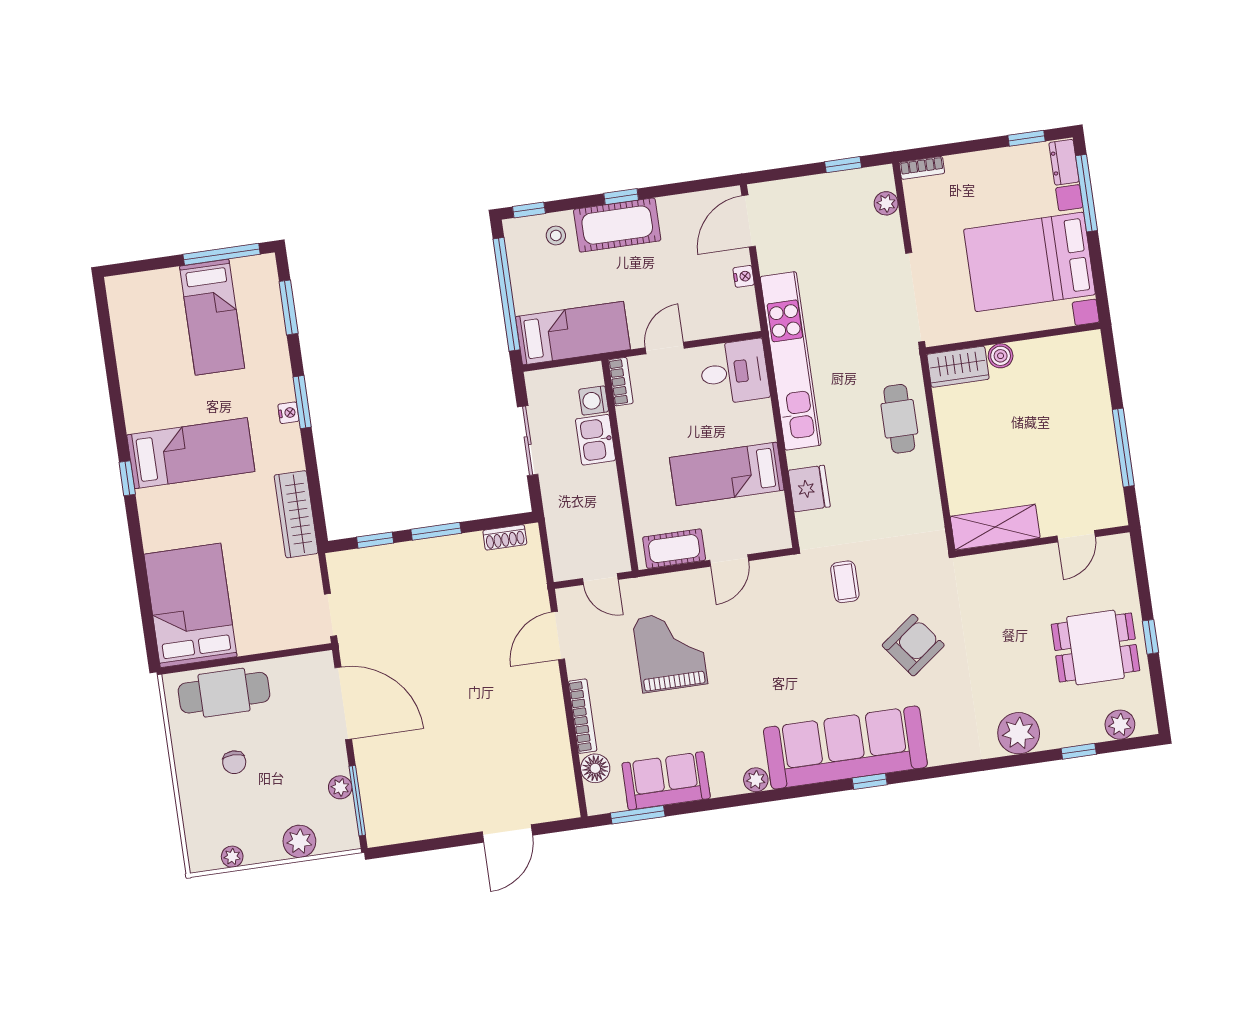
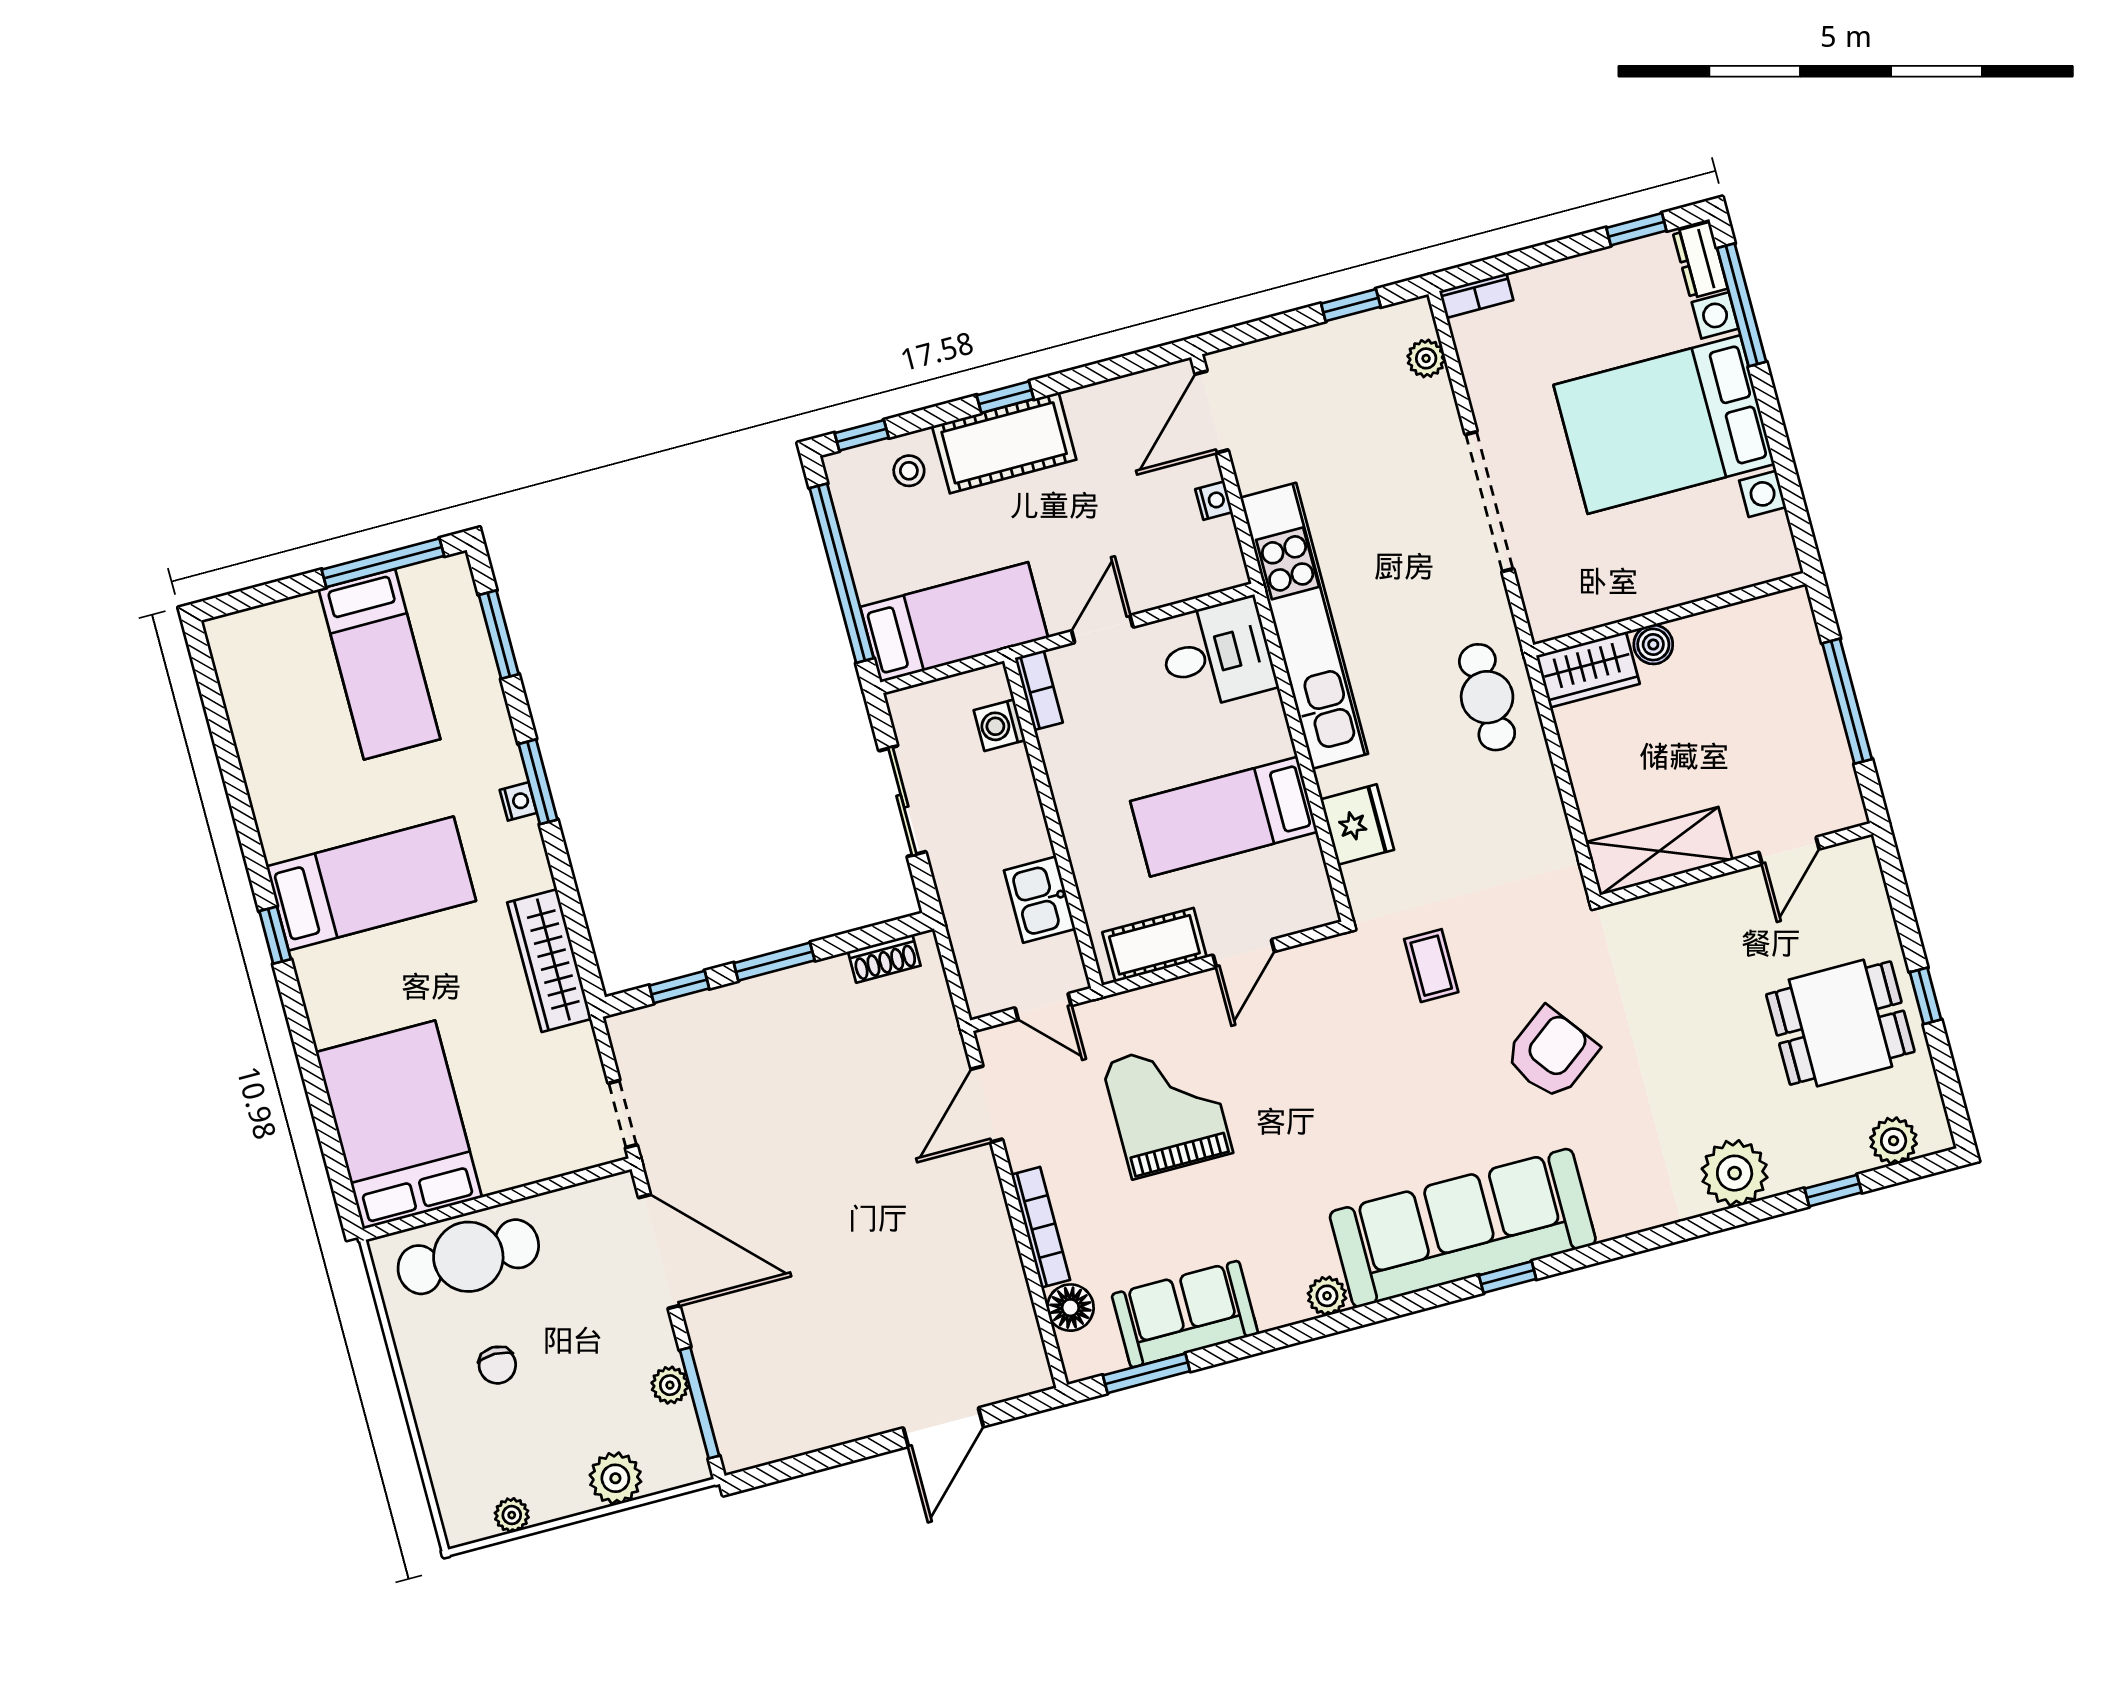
wall: (1013, 338) -> (1670, 614), moved
boiler: (1001, 356) -> (1653, 644), moved
wardrobe: (958, 367) -> (1588, 670), moved
kitchen sink: (595, 440) -> (1040, 900), moved

